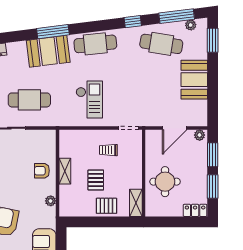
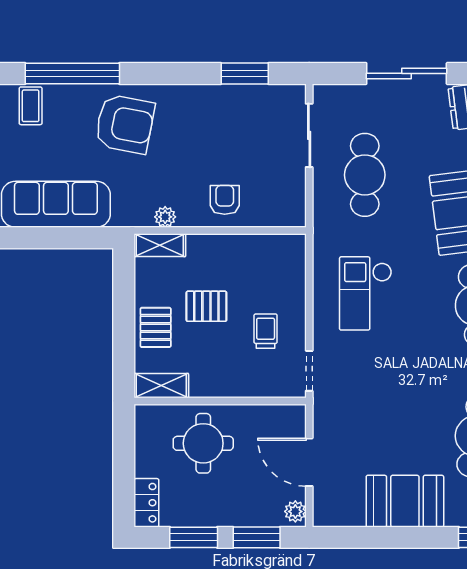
checkout: (89, 100) -> (366, 293), turned 90
shelving: (65, 171) -> (160, 245), moved

